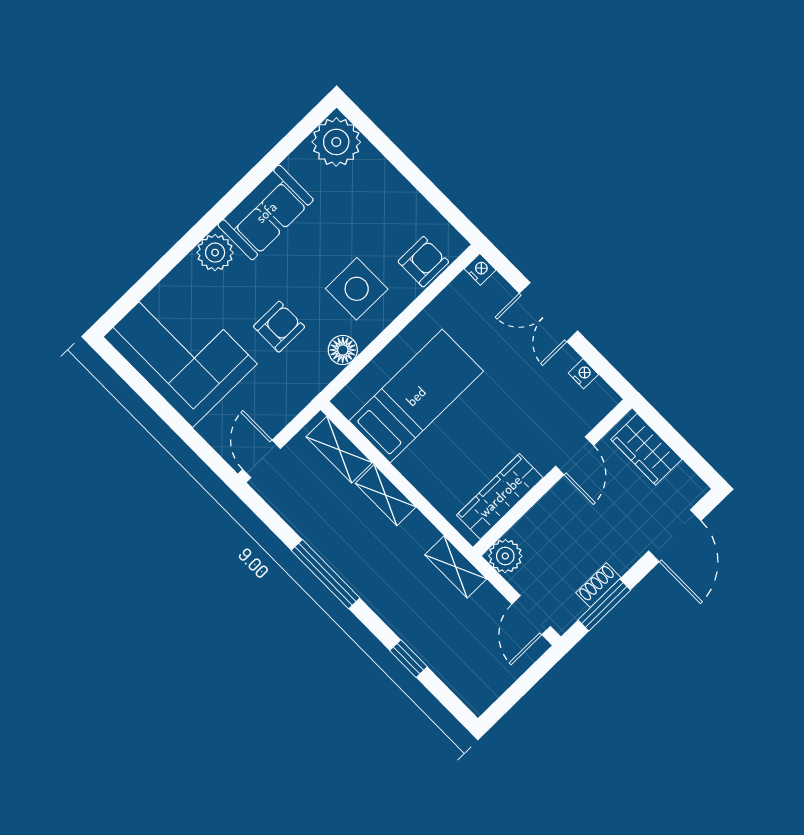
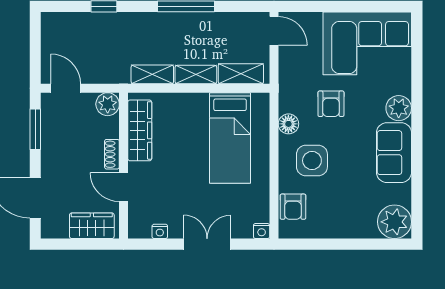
shelving: (456, 567) -> (152, 74), moved
shoe rack: (598, 585) -> (112, 154), moved, turned 180

